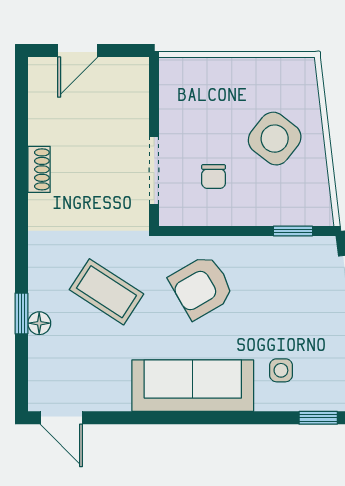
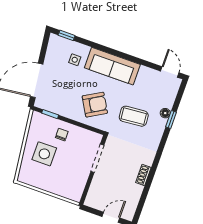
side table: (275, 139) -> (44, 154), turned -38
chair: (214, 177) -> (62, 135), moved
coffee table: (106, 292) -> (134, 116), turned -38

